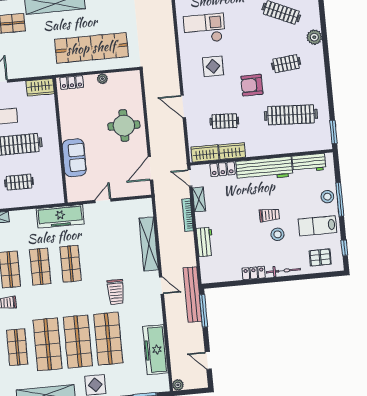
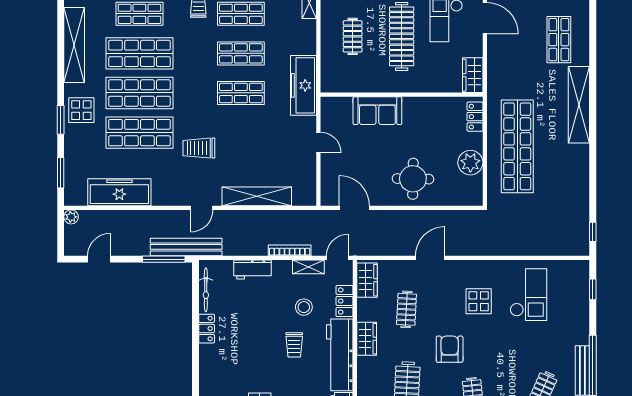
plant: (102, 79) -> (470, 163), width x1.87, depth x1.87
wardrobe: (232, 151) -> (367, 339), moved
trolley: (269, 215) -> (294, 345), moved
stool: (278, 234) -> (304, 307), moved
bicycle: (283, 271) -> (206, 290), moved

